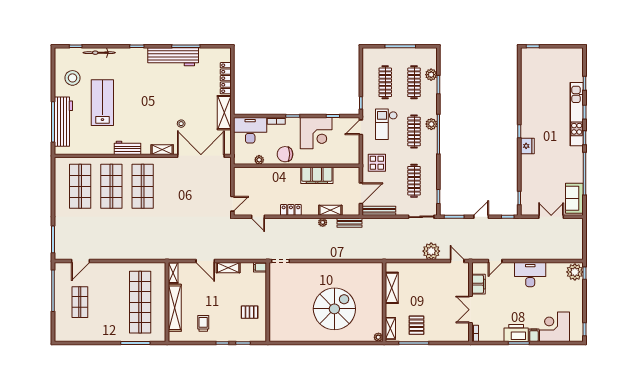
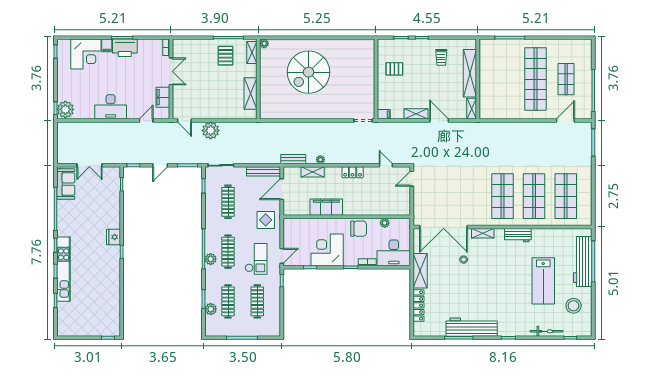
shop shelf: (140, 302) -> (536, 79), moved

